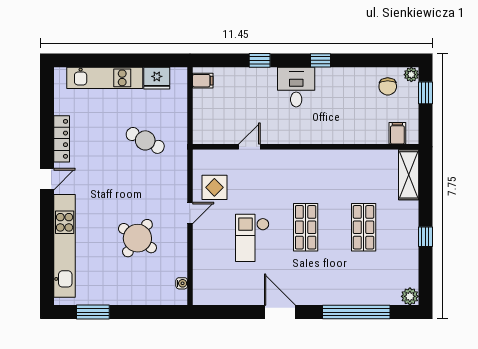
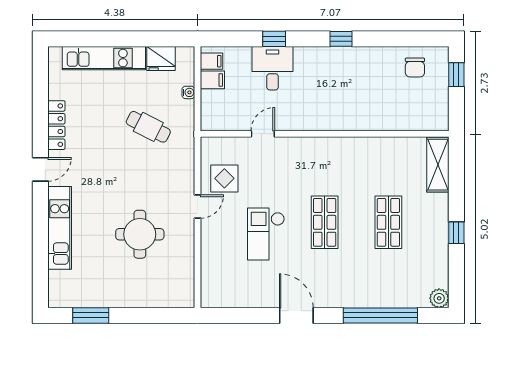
plant: (411, 75) -> (441, 54), removed
desk: (296, 87) -> (272, 68), moved
filing cabinet: (397, 133) -> (212, 80), moved, turned 90
round table: (137, 238) -> (140, 234), turned -35
kitchen unit: (65, 246) -> (60, 228), width x0.73
water cooler: (182, 283) -> (188, 92), moved

